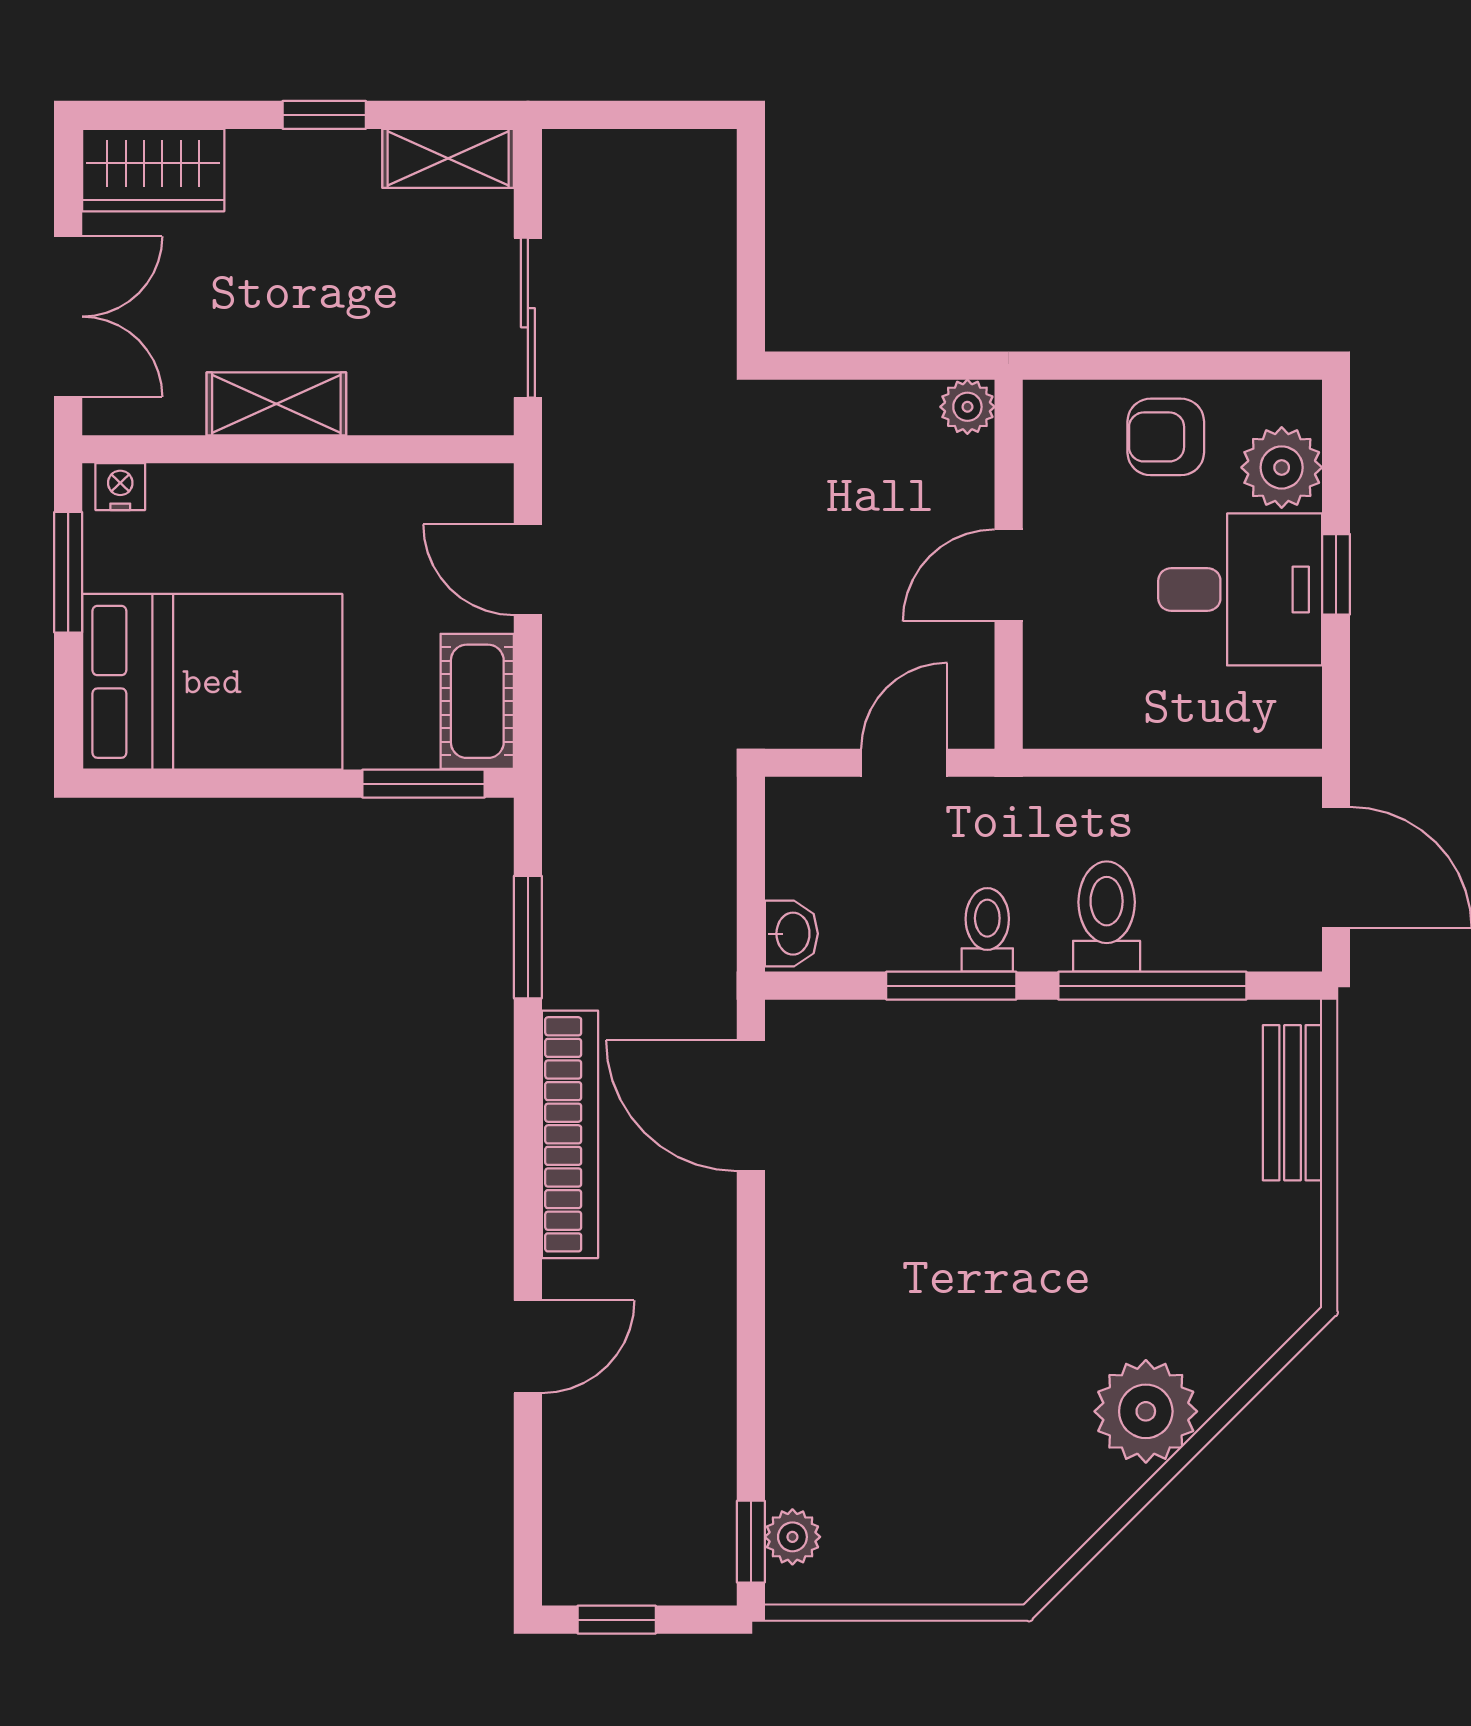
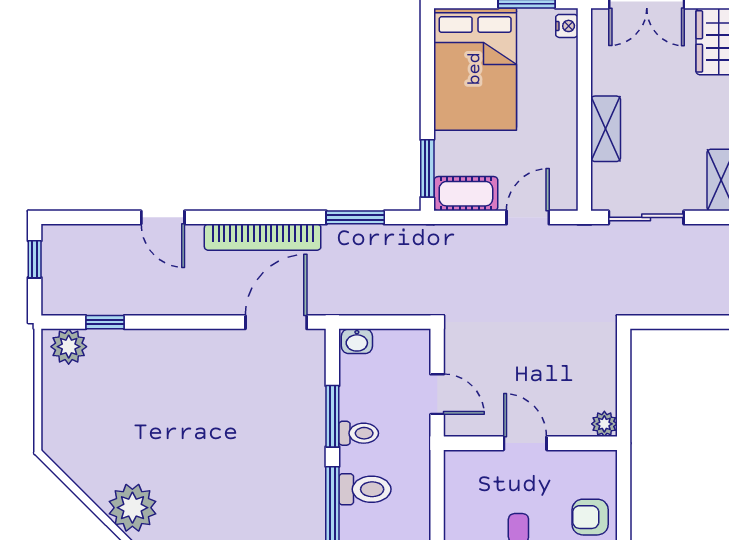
shelving: (276, 404) -> (606, 129), moved
armchair: (1166, 437) -> (590, 517), turned -90
plant: (792, 1537) -> (69, 347), width x1.38, depth x1.38
window: (751, 1542) -> (105, 322), moved

